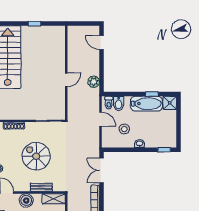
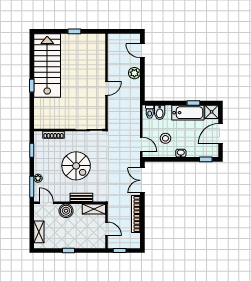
plant: (94, 82) -> (134, 73), moved
door: (100, 119) -> (141, 144), moved
door: (179, 125) -> (220, 134), added
spiral stairs: (36, 156) -> (76, 166), turned 180

